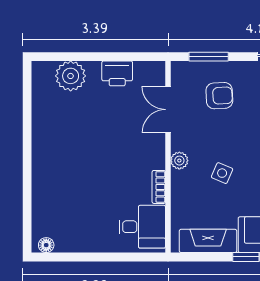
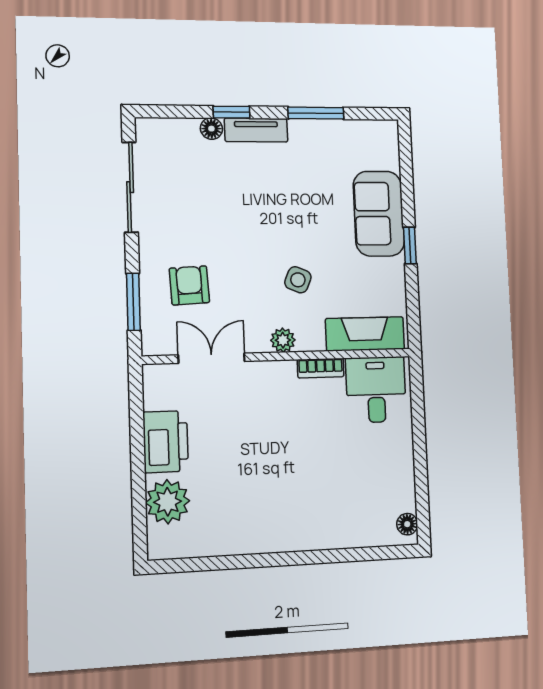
printer: (117, 73) -> (166, 442), width x1.37, depth x1.19
double door: (168, 110) -> (212, 358), swing flipped
fireplace: (208, 241) -> (365, 334), moved, turned 90

